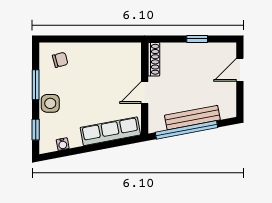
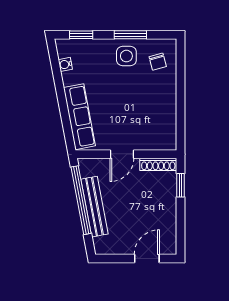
window: (197, 39) -> (181, 185), moved
door: (240, 70) -> (147, 259), hinge flipped
door: (145, 92) -> (122, 154), swing flipped
side table: (50, 103) -> (126, 56), moved

